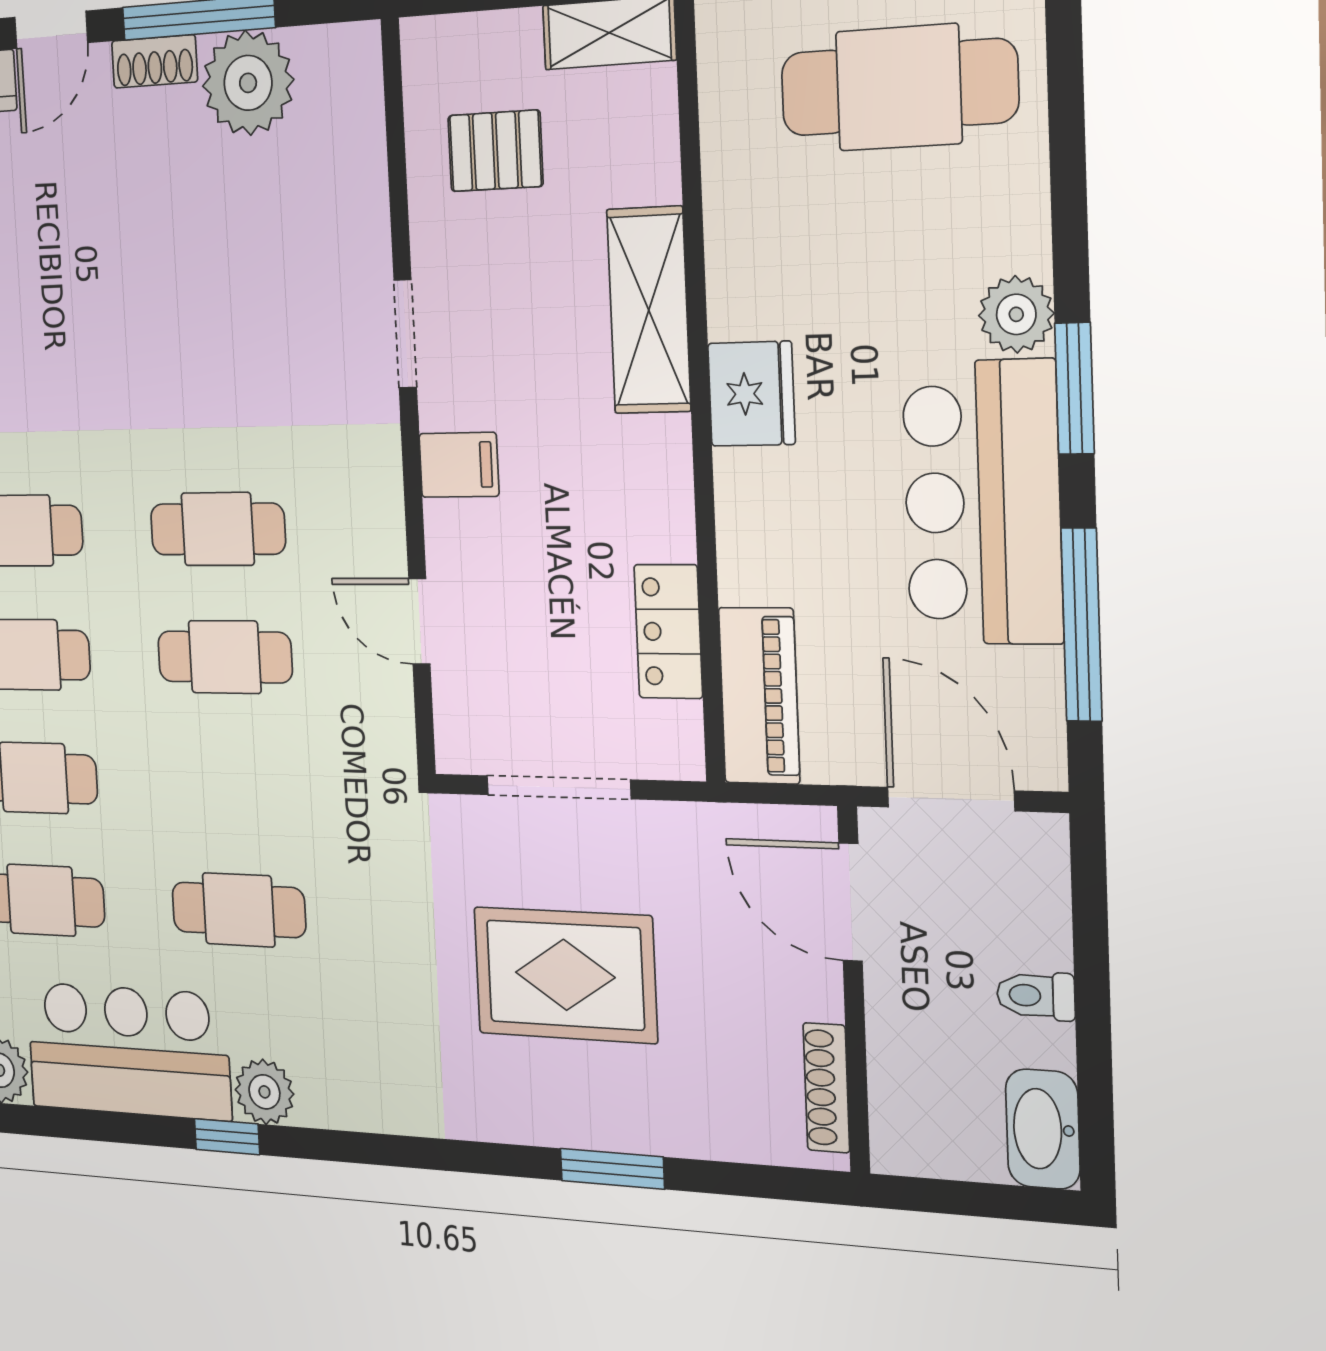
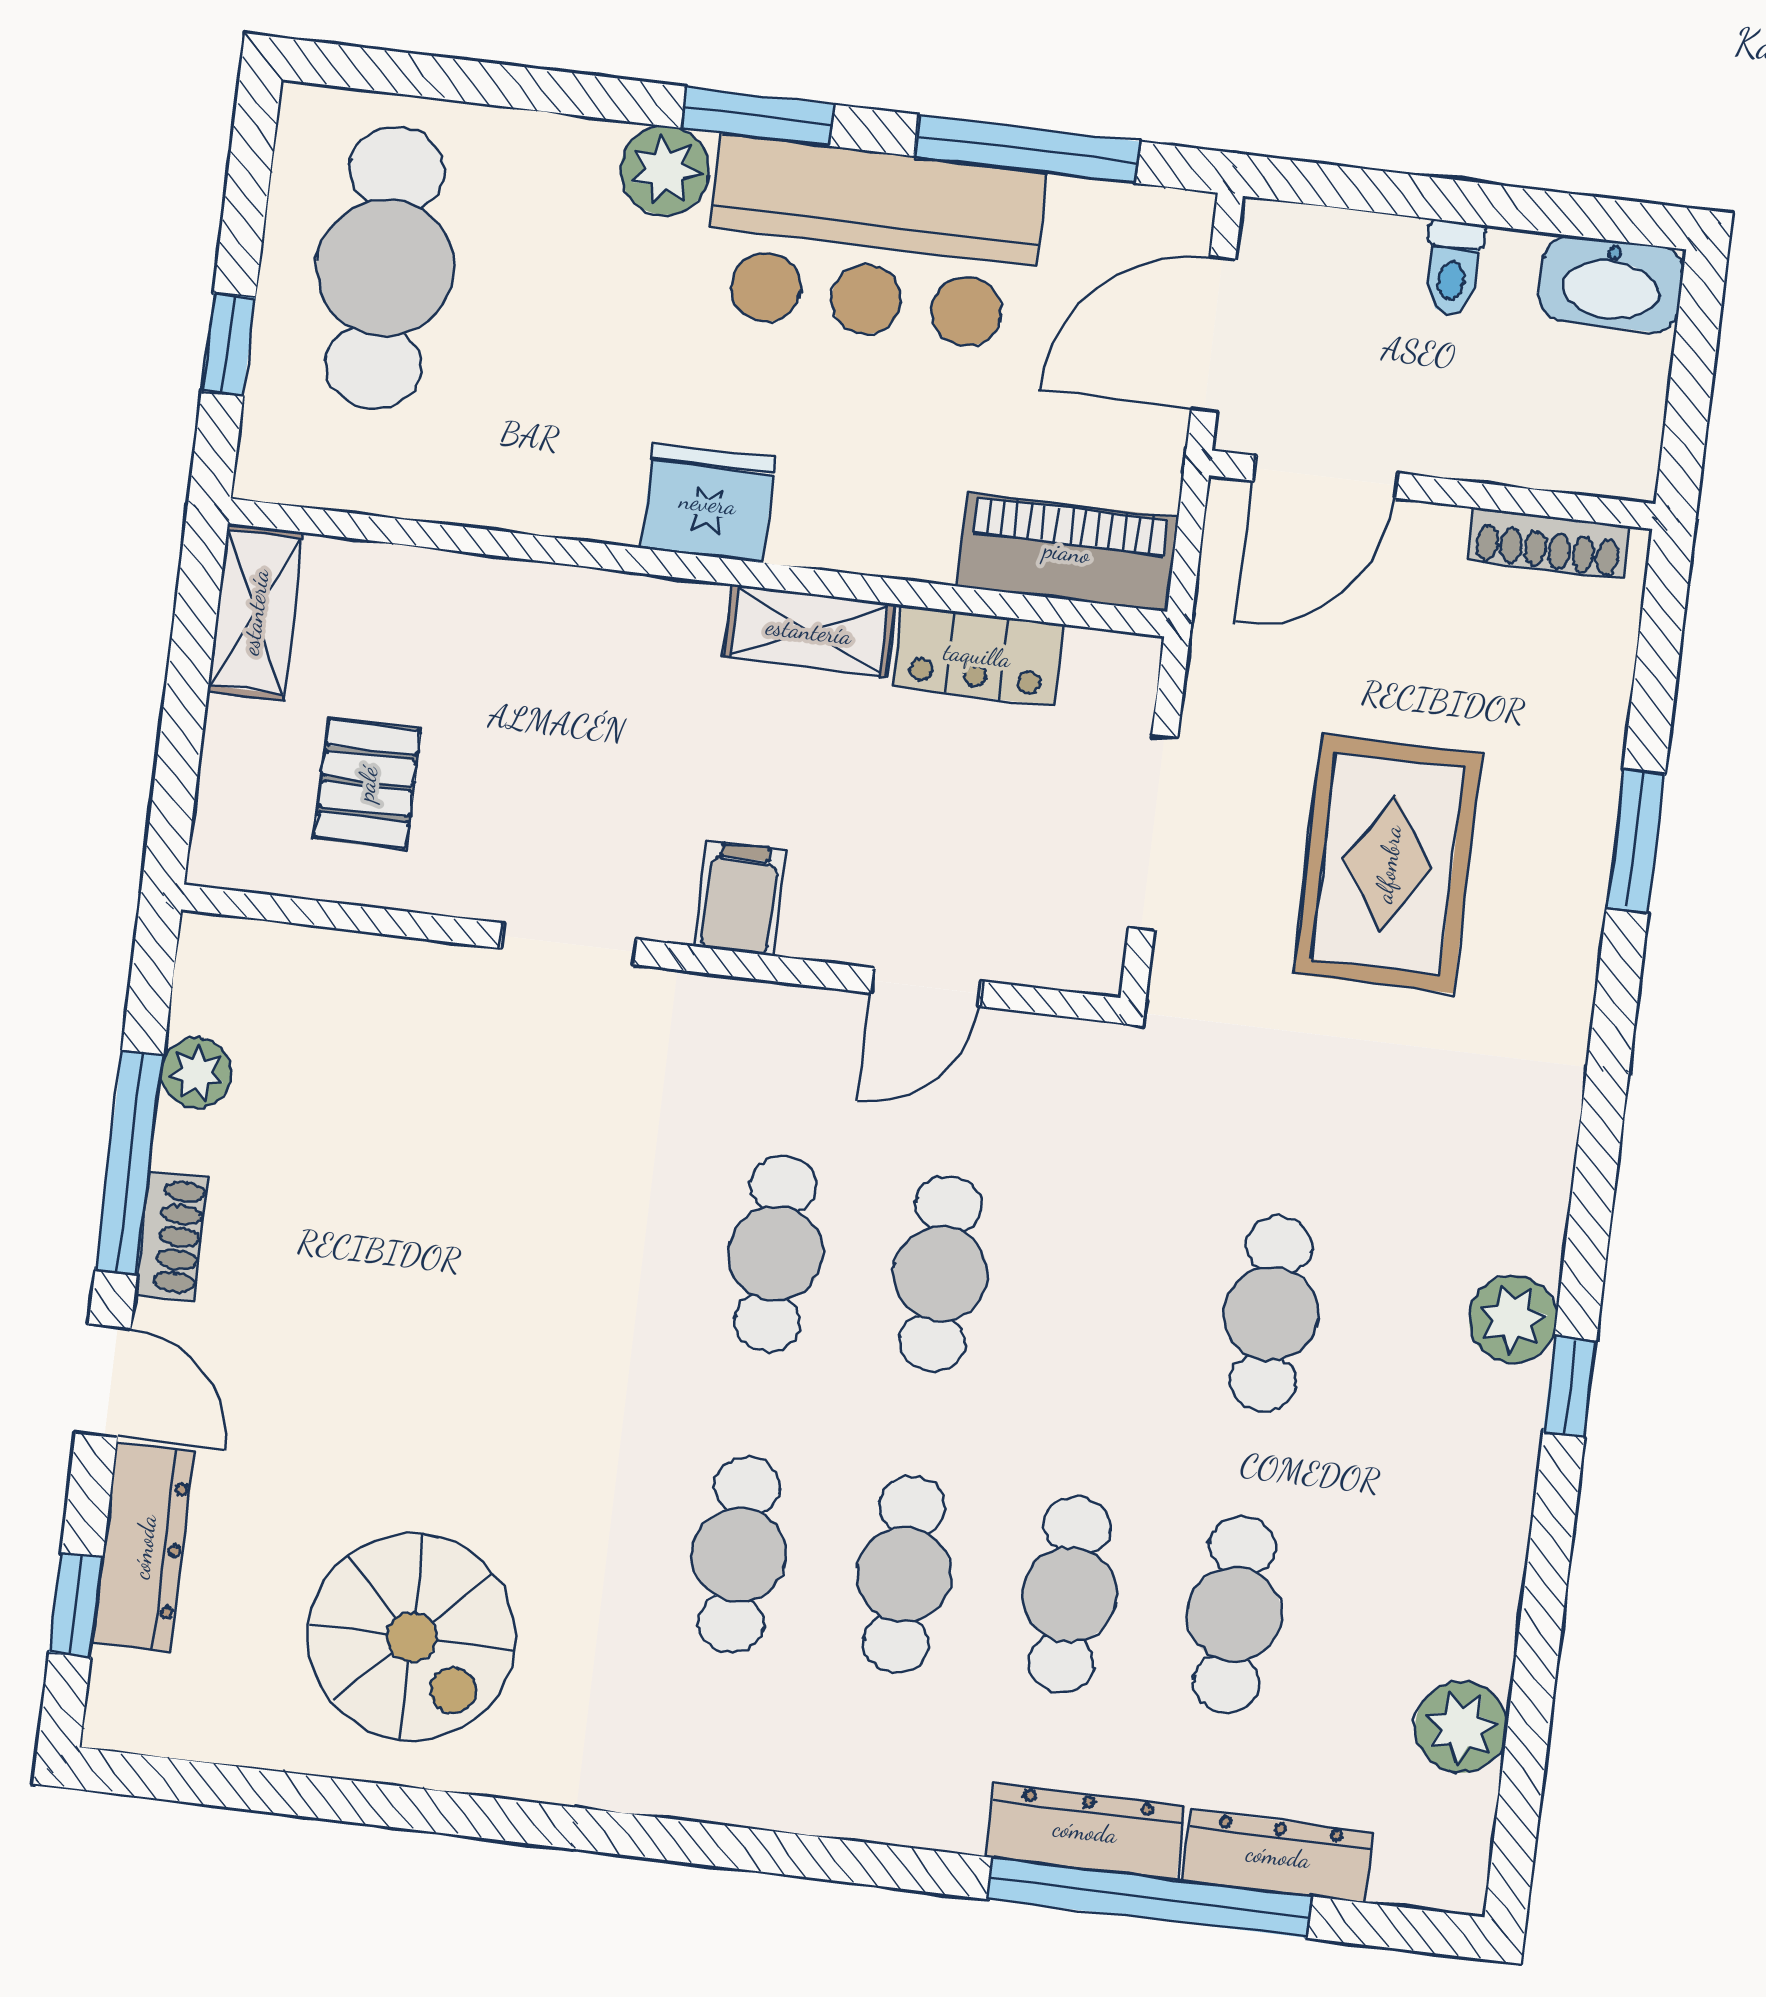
plant: (248, 83) -> (196, 1073), width x0.53, depth x0.53
shelving: (649, 310) -> (809, 631), moved, width x0.67, depth x0.75
bar counter: (128, 1051) -> (1447, 1517), removed

